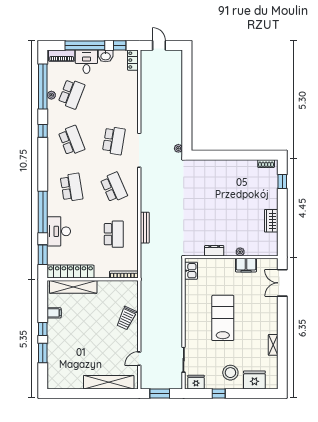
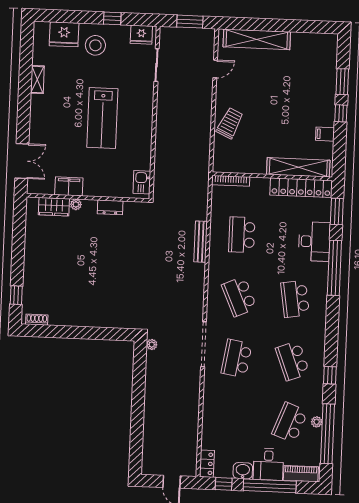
wardrobe: (271, 221) -> (54, 207), moved, turned 90

